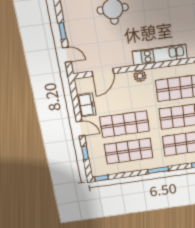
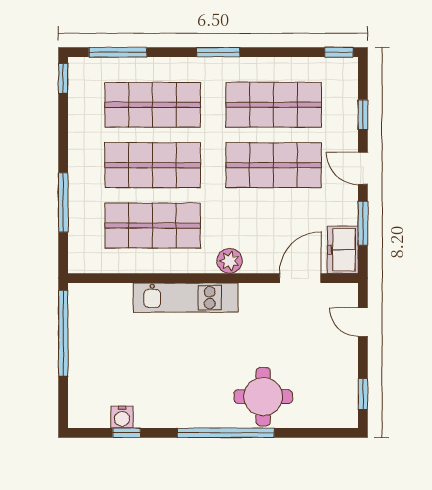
window: (62, 31) -> (363, 394), moved
window: (76, 103) -> (363, 223), added
freezer: (86, 105) -> (343, 250), moved

